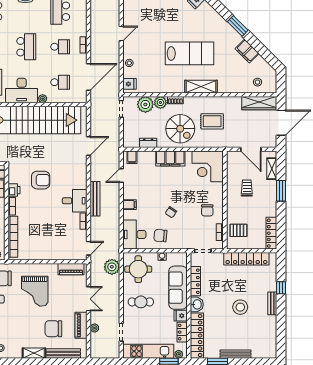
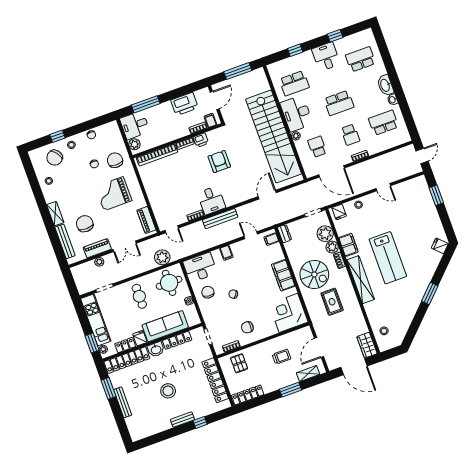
filing cabinet: (247, 51) -> (348, 245), moved, turned 135
school desk: (60, 82) -> (317, 147), turned 180
shelving: (201, 87) -> (361, 280), width x1.47
wardrobe: (259, 103) -> (367, 345), width x0.67
spiral stairs: (180, 129) -> (314, 274), turned -90
dresser: (148, 143) -> (285, 234), moved
door: (88, 146) -> (267, 195), swing flipped
armchair: (41, 180) -> (219, 161), turned 180

